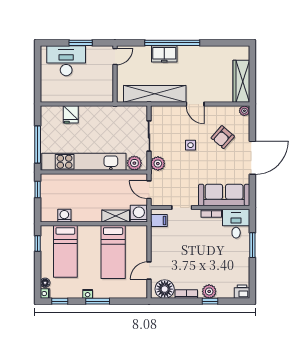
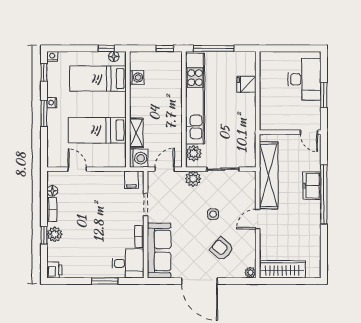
floor lamp: (45, 283) -> (114, 57), moved
floor lamp: (165, 289) -> (52, 191), width x0.53, depth x0.53

